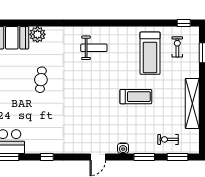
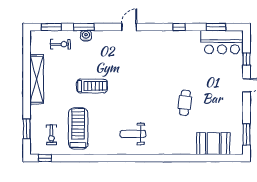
plant: (37, 34) -> (188, 147), removed
treadmill: (136, 97) -> (92, 86), turned 180
water cooler: (123, 148) -> (86, 36), moved

